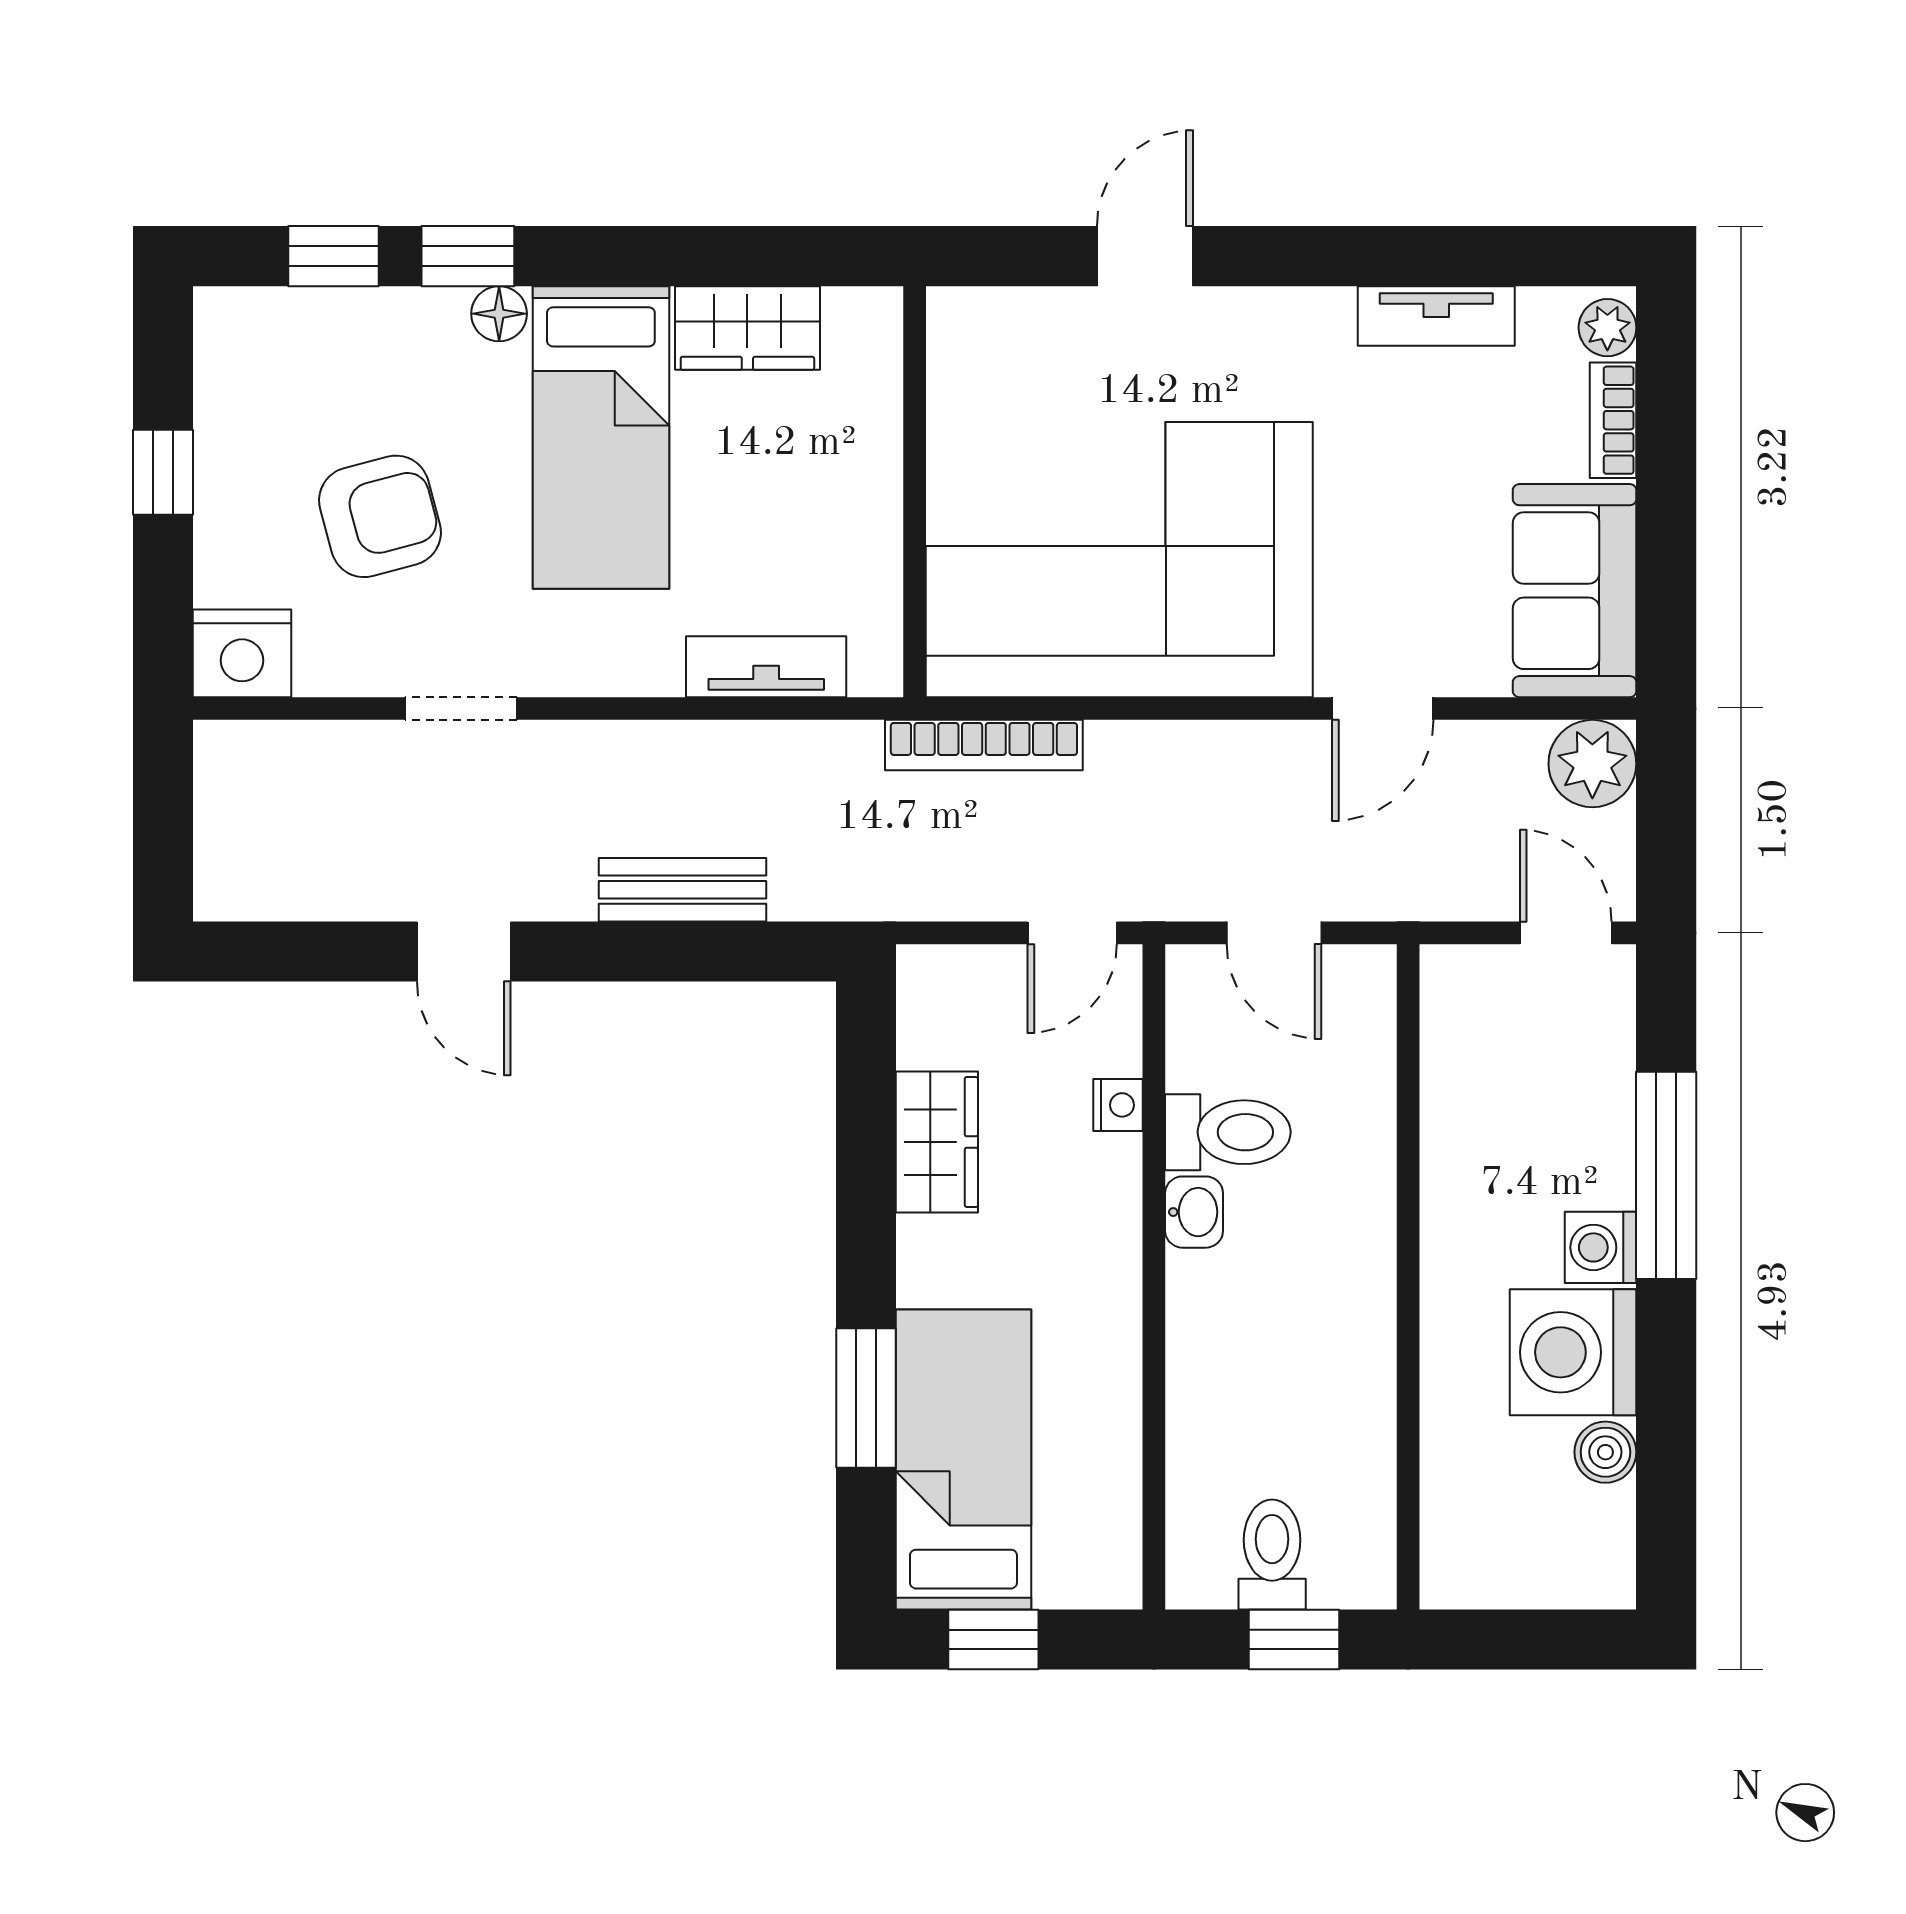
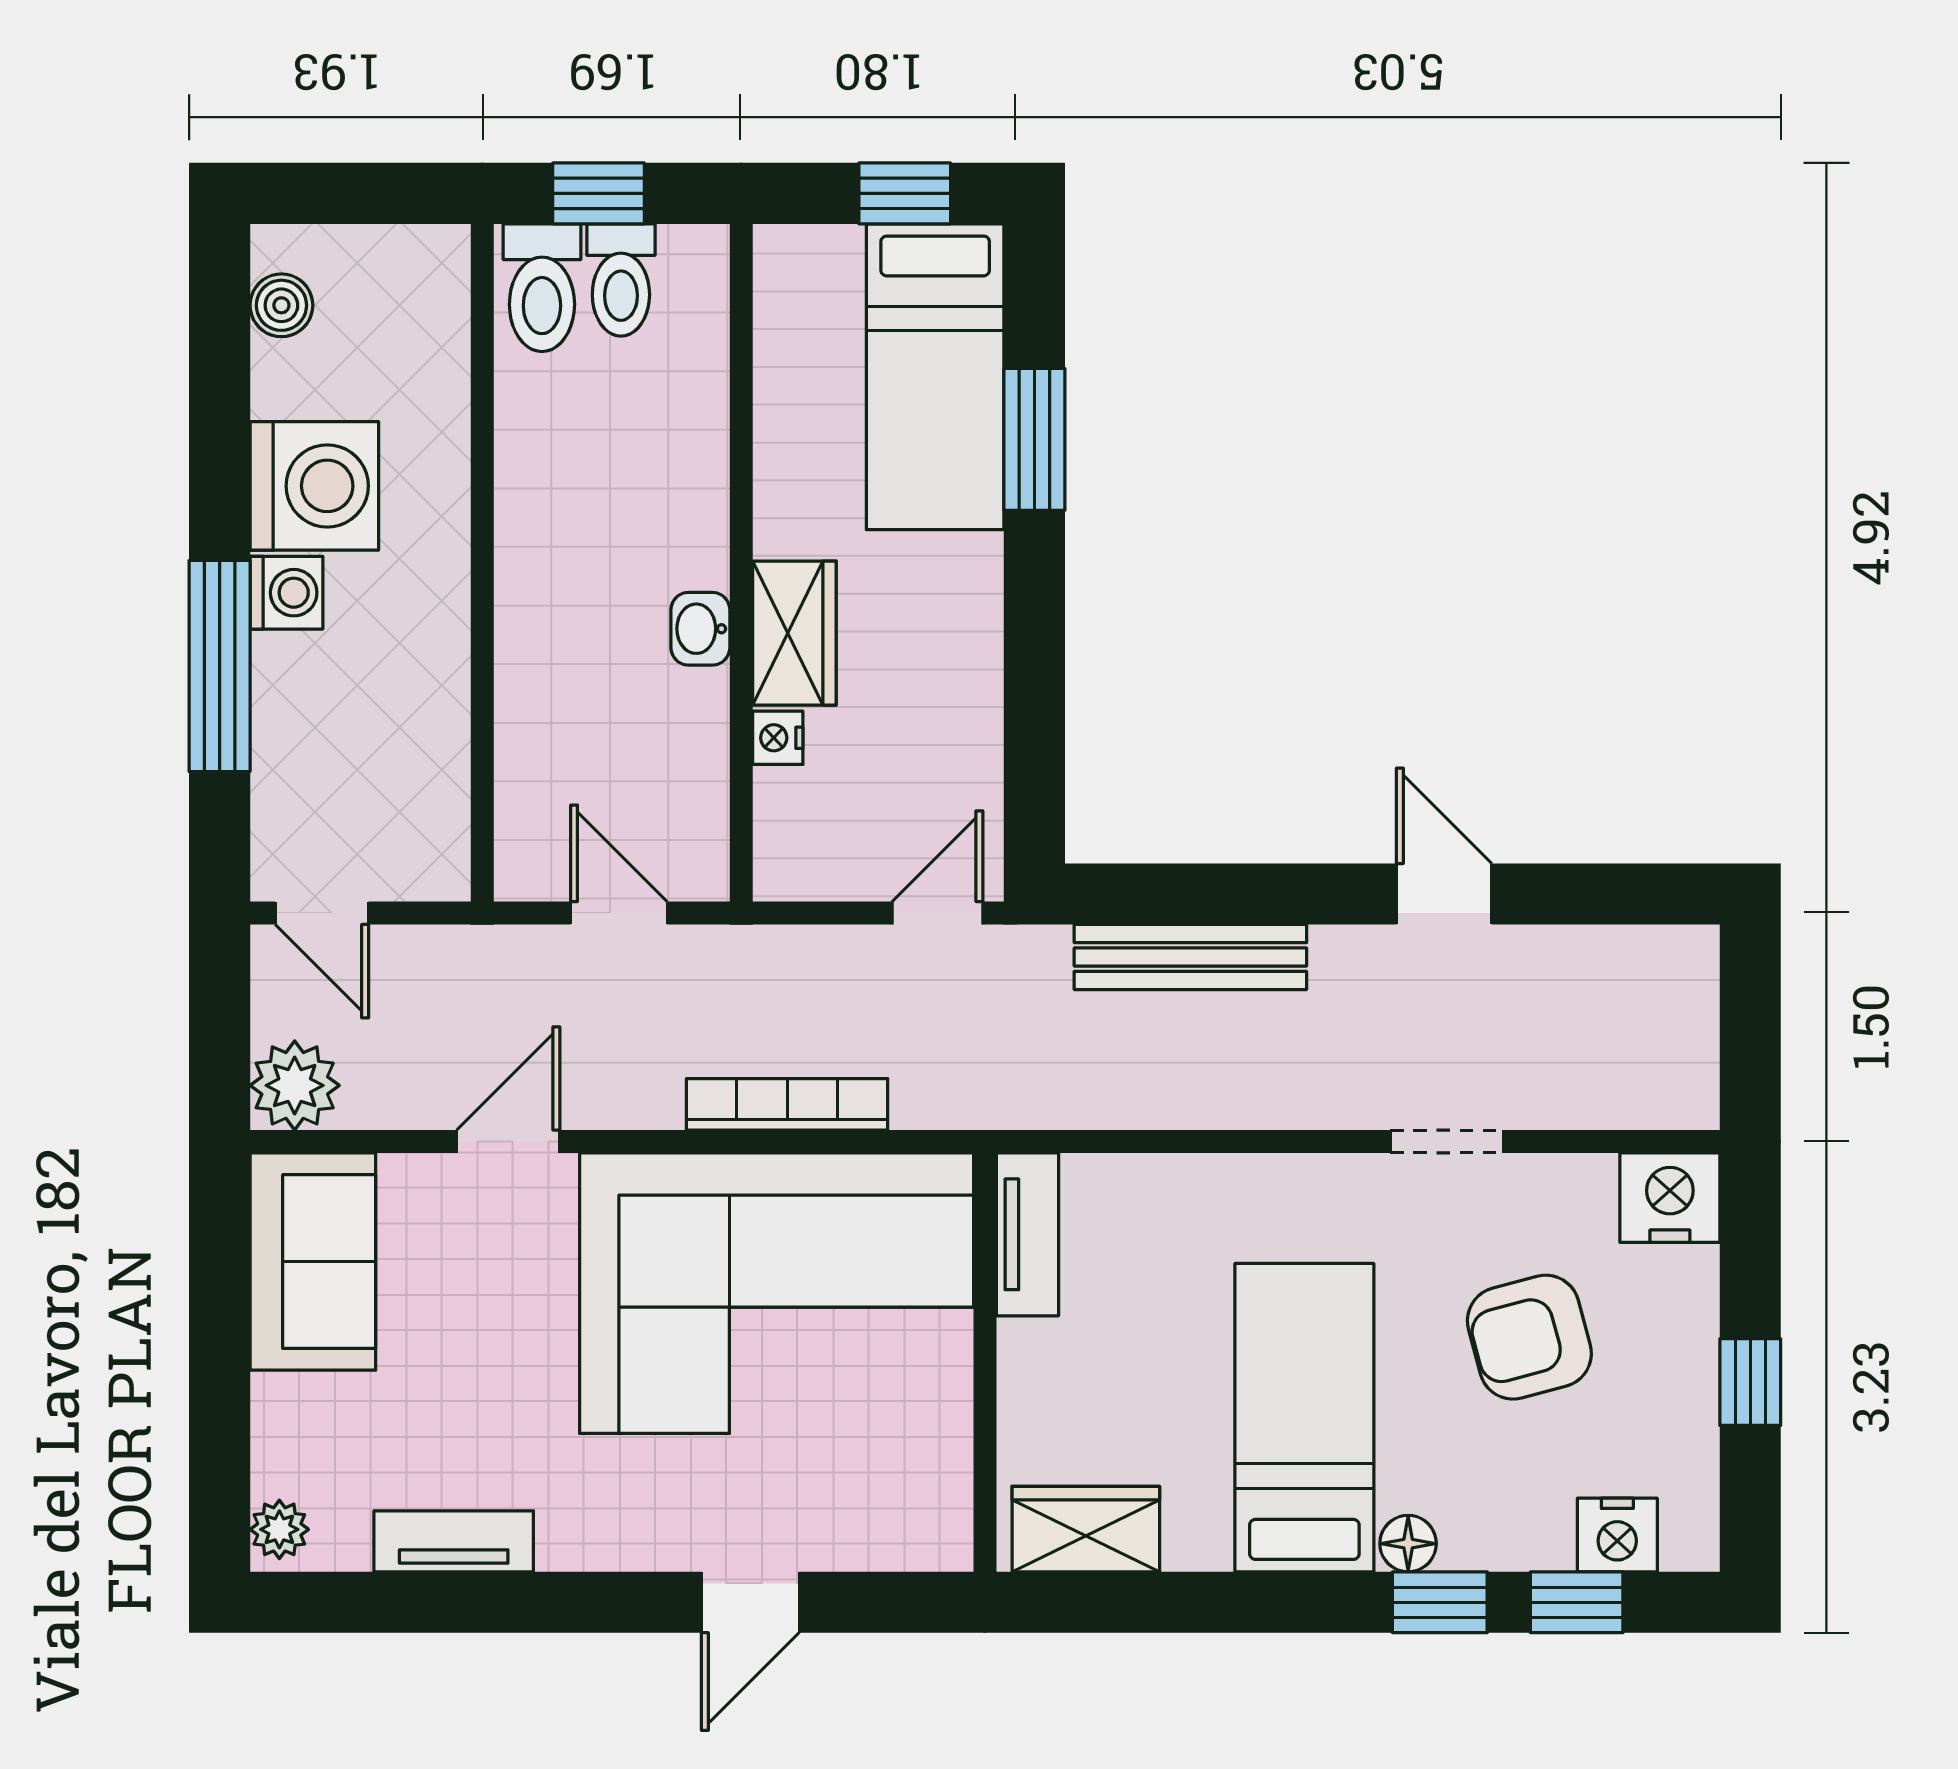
nightstand: (294, 322) -> (1617, 1535), added
wardrobe: (747, 328) -> (1086, 1529), moved
bookcase: (1613, 420) -> (274, 1435), removed
tv unit: (766, 667) -> (1027, 1234), moved, turned -90
bookcase: (984, 745) -> (787, 1104), moved
bench: (682, 890) -> (1190, 957), width x1.36
door: (1072, 933) -> (937, 913), moved
toilet: (1228, 1132) -> (542, 288), moved, turned -90
wardrobe: (937, 1142) -> (794, 633), moved, turned 180
boiler: (1605, 1452) -> (281, 305), moved

